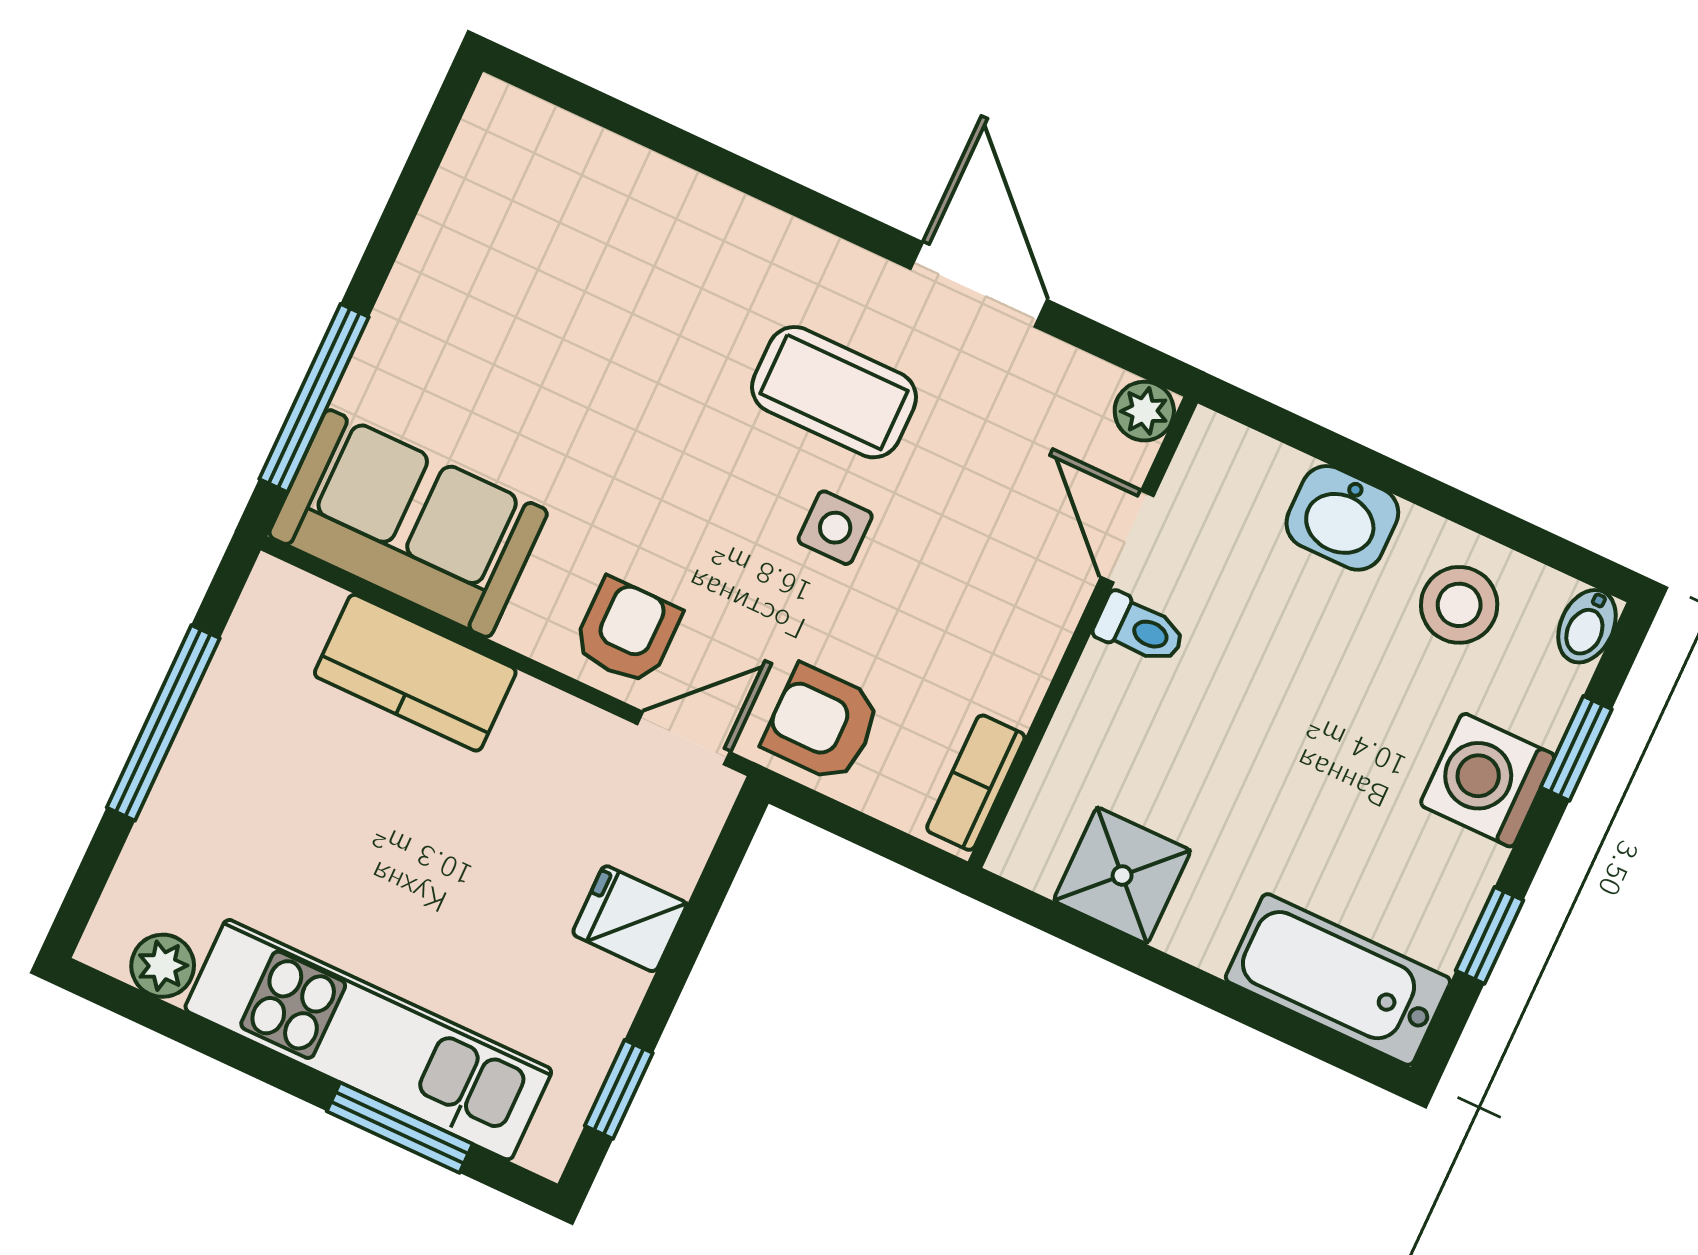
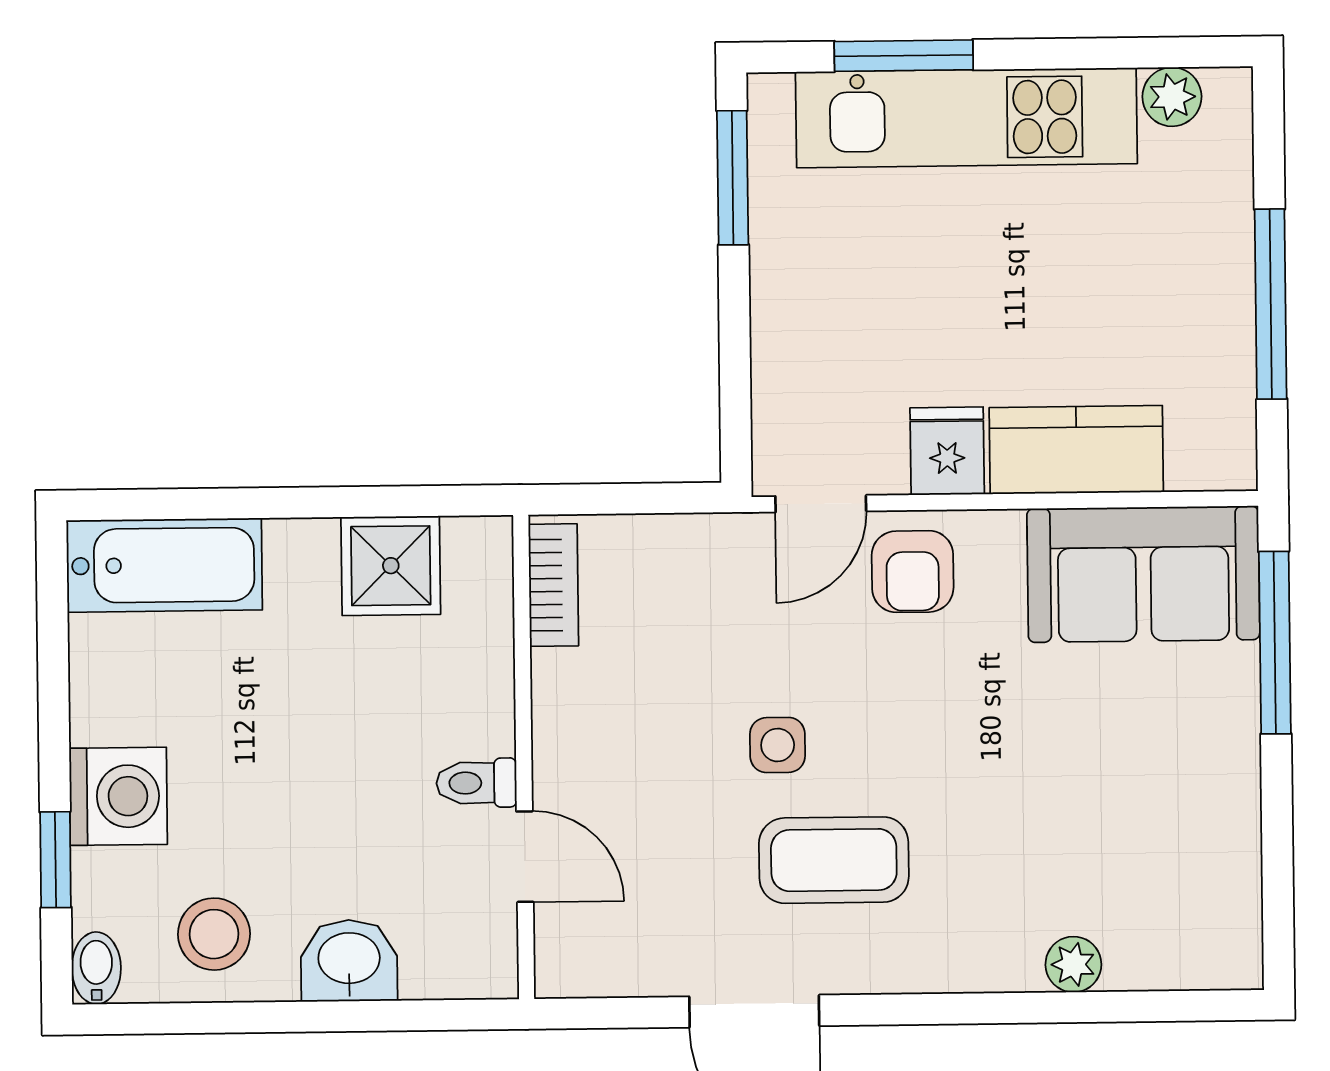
plant: (1144, 411) -> (1073, 964), moved
armchair: (822, 724) -> (709, 572), removed
fridge: (630, 919) -> (947, 451), moved, turned -90
window: (1490, 935) -> (53, 665), removed
window: (619, 1089) -> (733, 178), width x1.50

